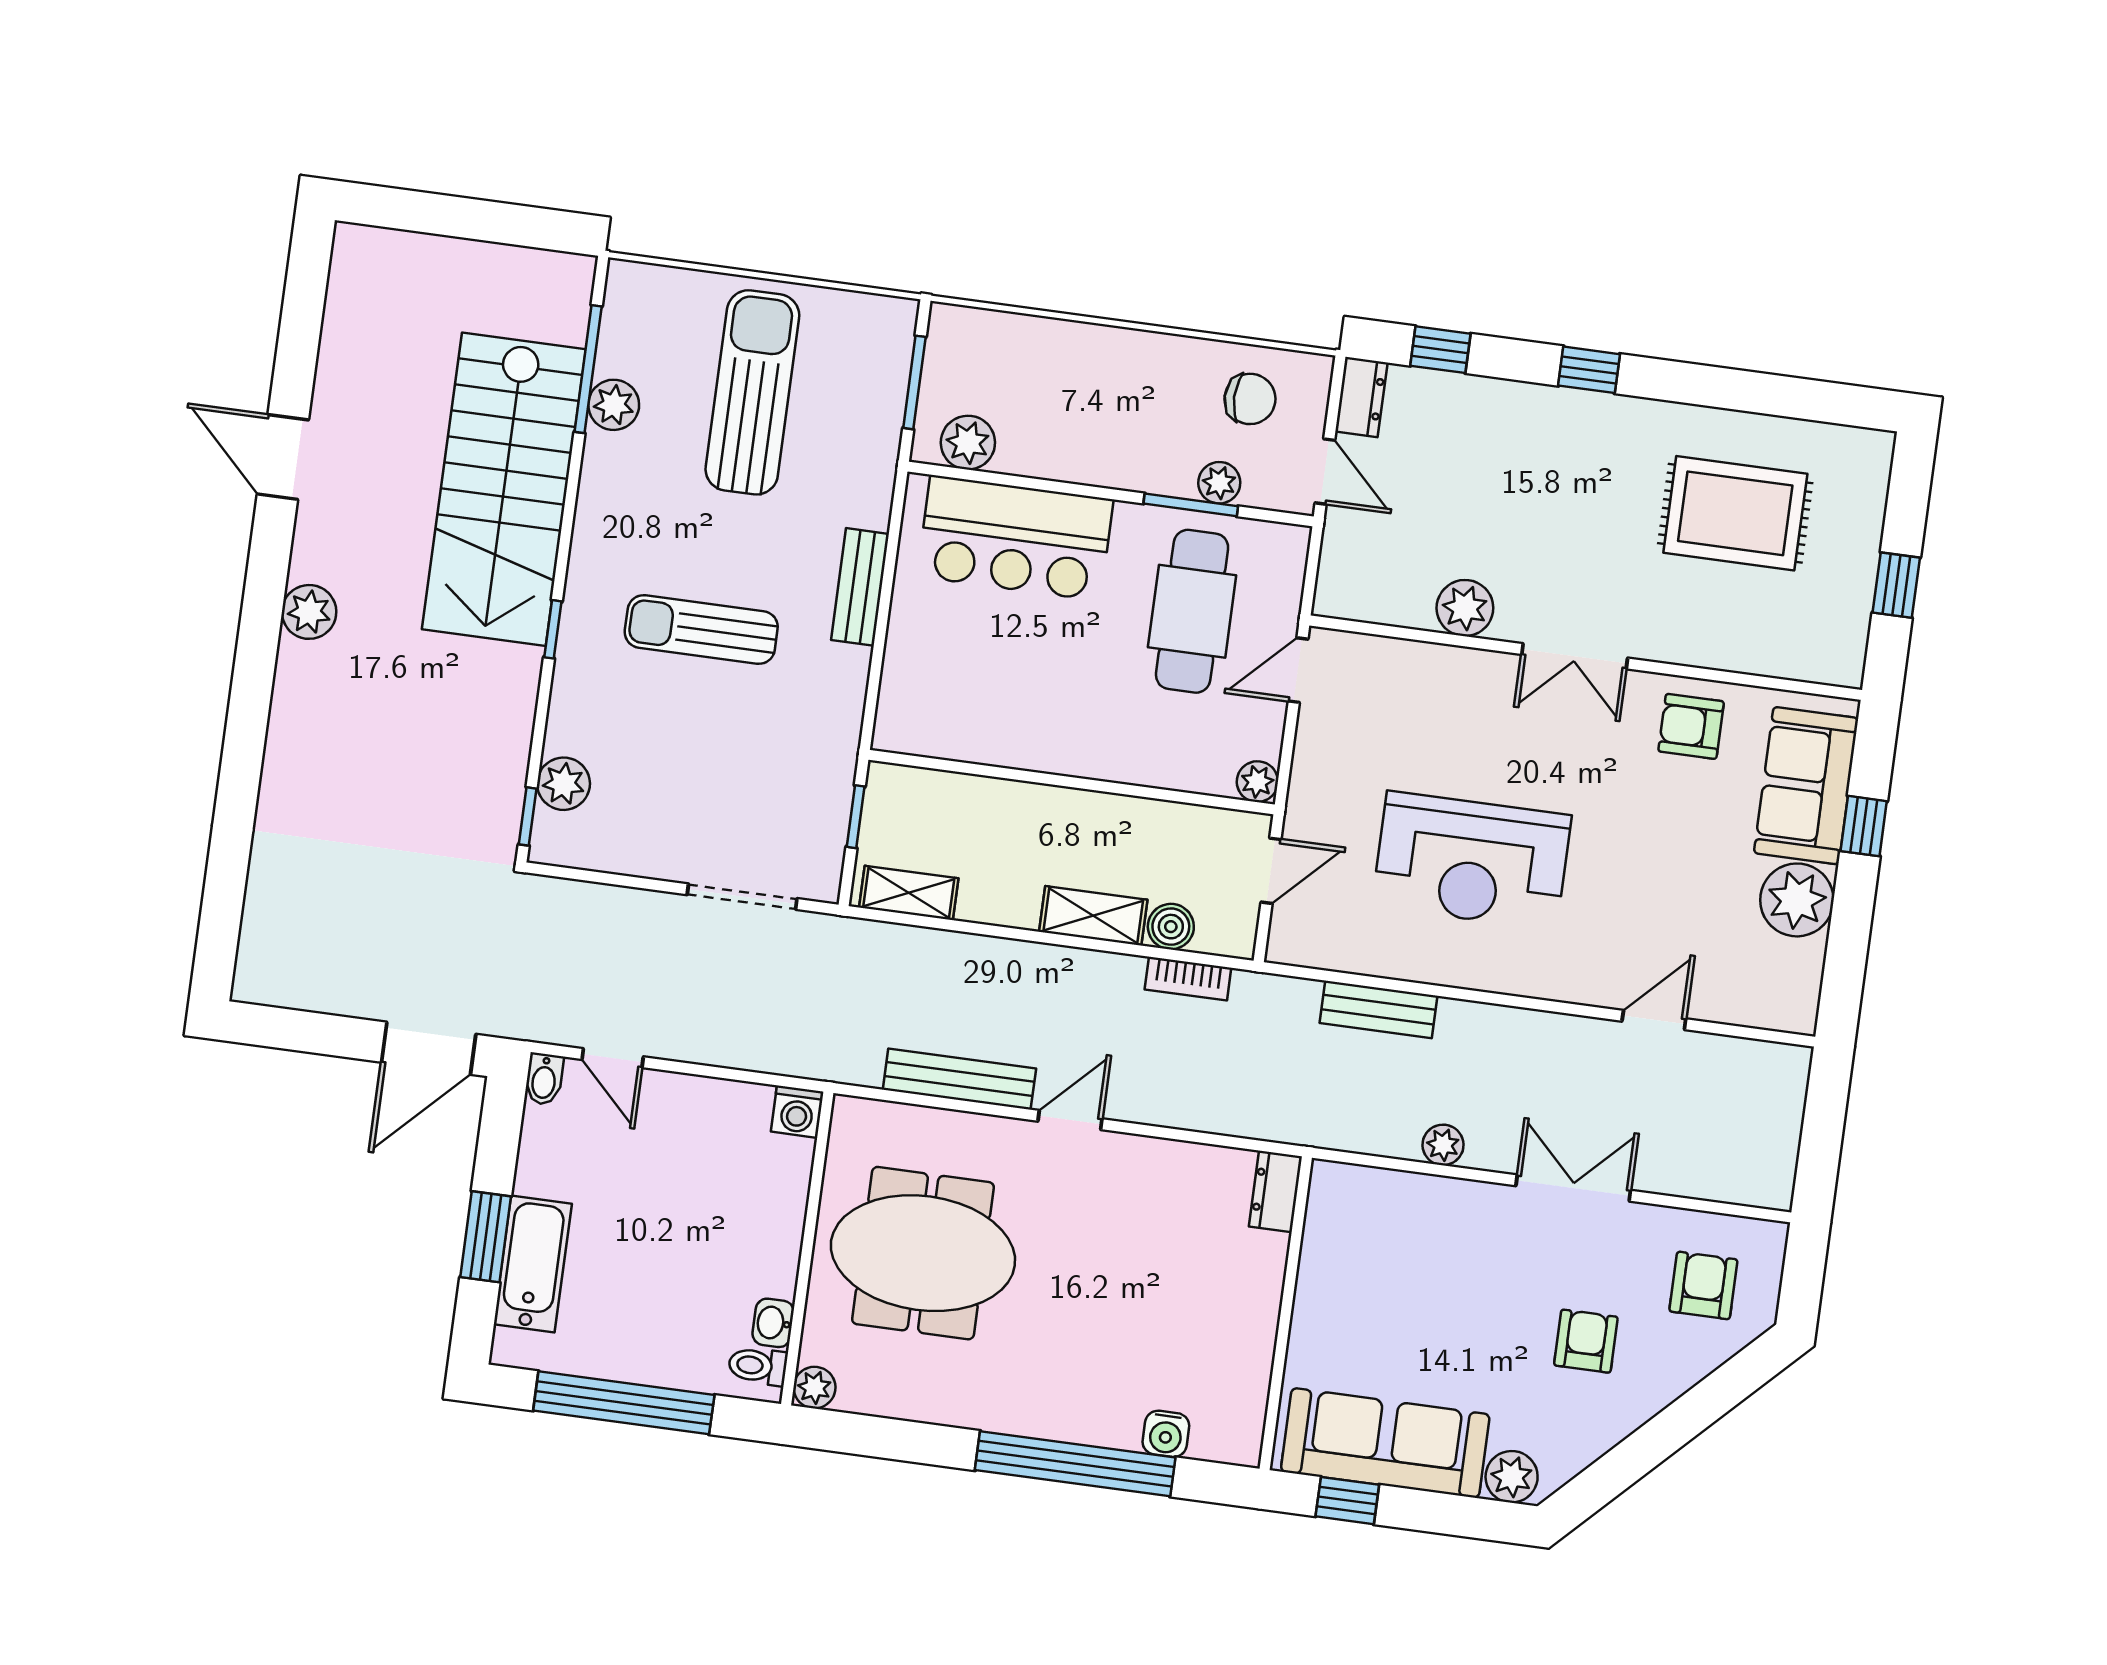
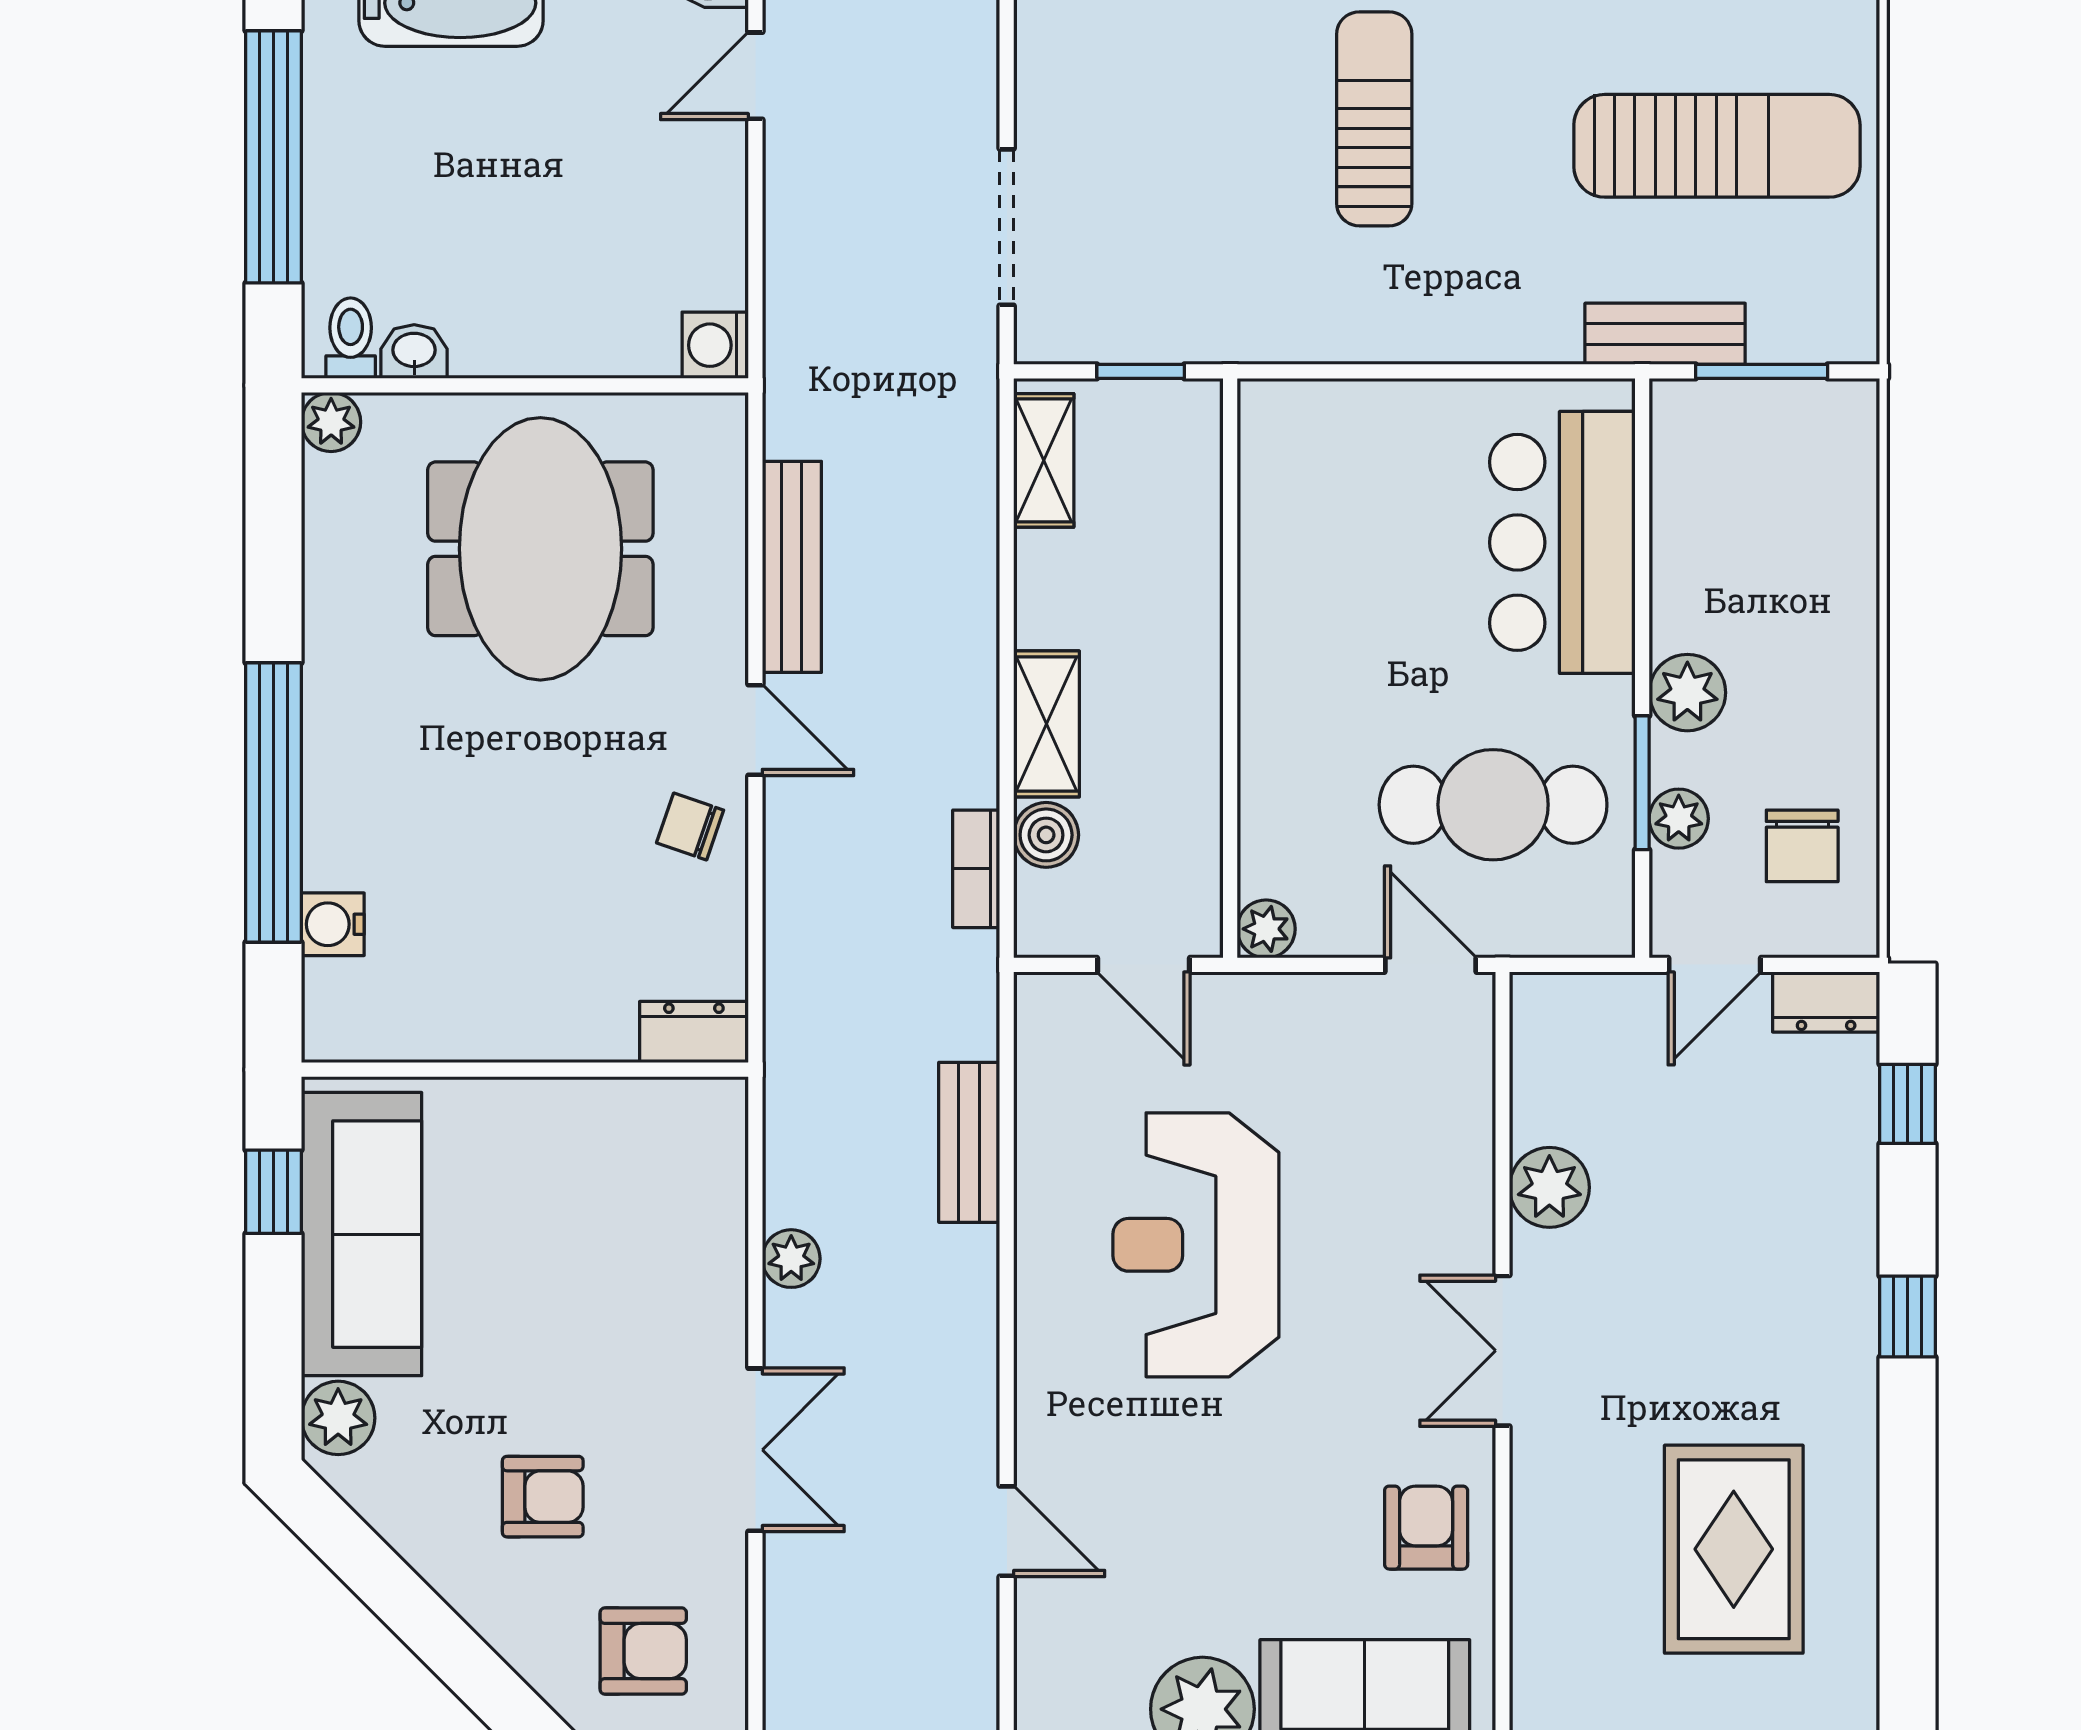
plant: (968, 443) -> (1687, 693), moved
bench: (860, 587) -> (1665, 334), moved
chair: (1131, 1175) -> (690, 826), added

